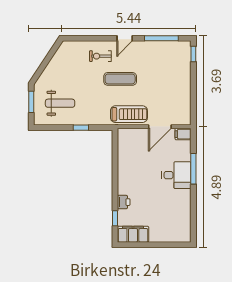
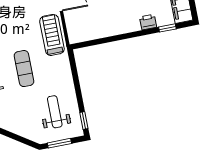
exercise mat: (120, 79) -> (24, 69), moved
window: (81, 128) -> (84, 120), moved

